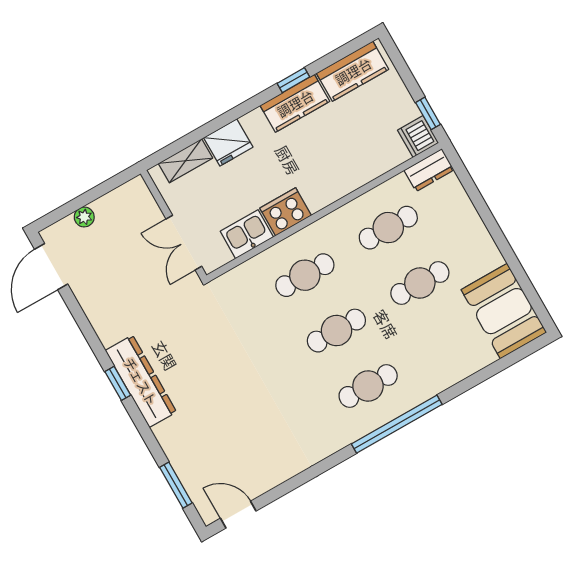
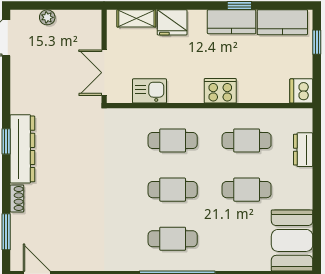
window: (428, 113) -> (317, 42), moved
dresser: (429, 170) -> (303, 150), moved, turned 90
cooker: (286, 212) -> (220, 91), moved
shoe rack: (167, 441) -> (17, 199), added

